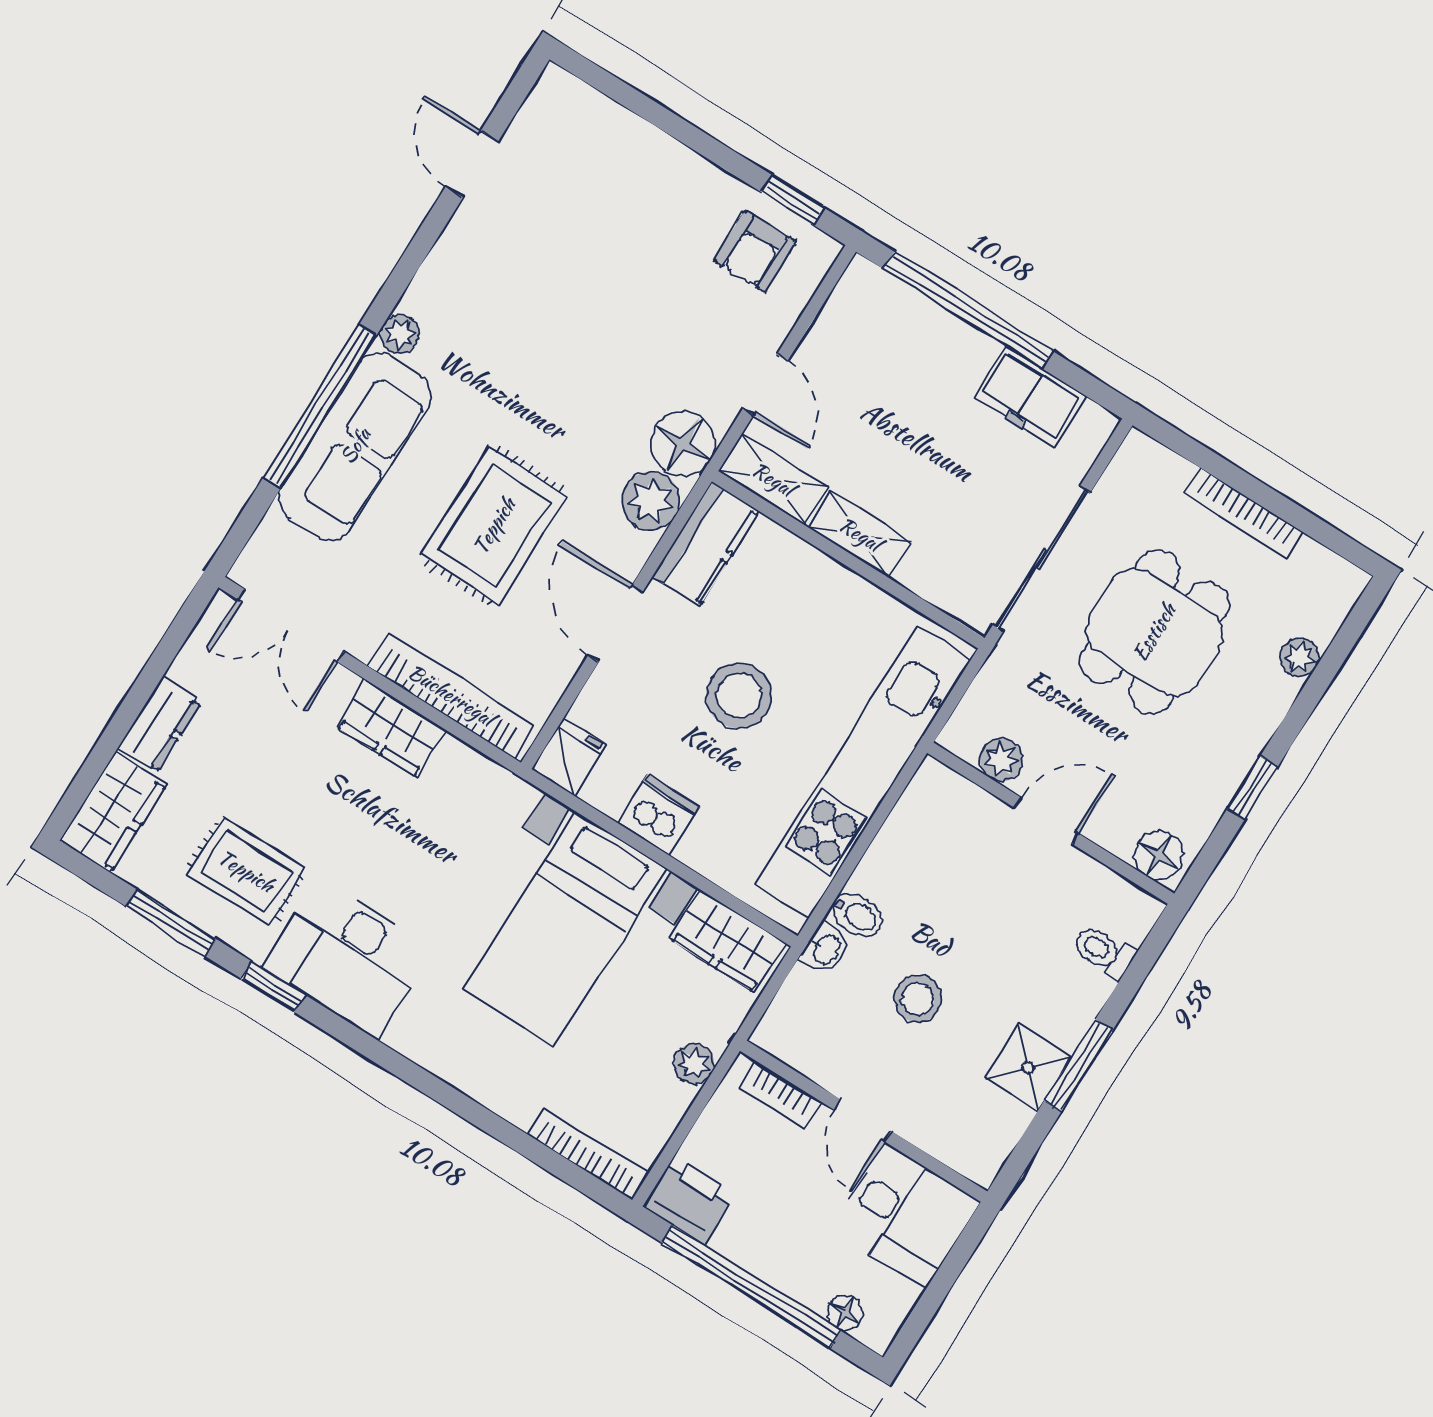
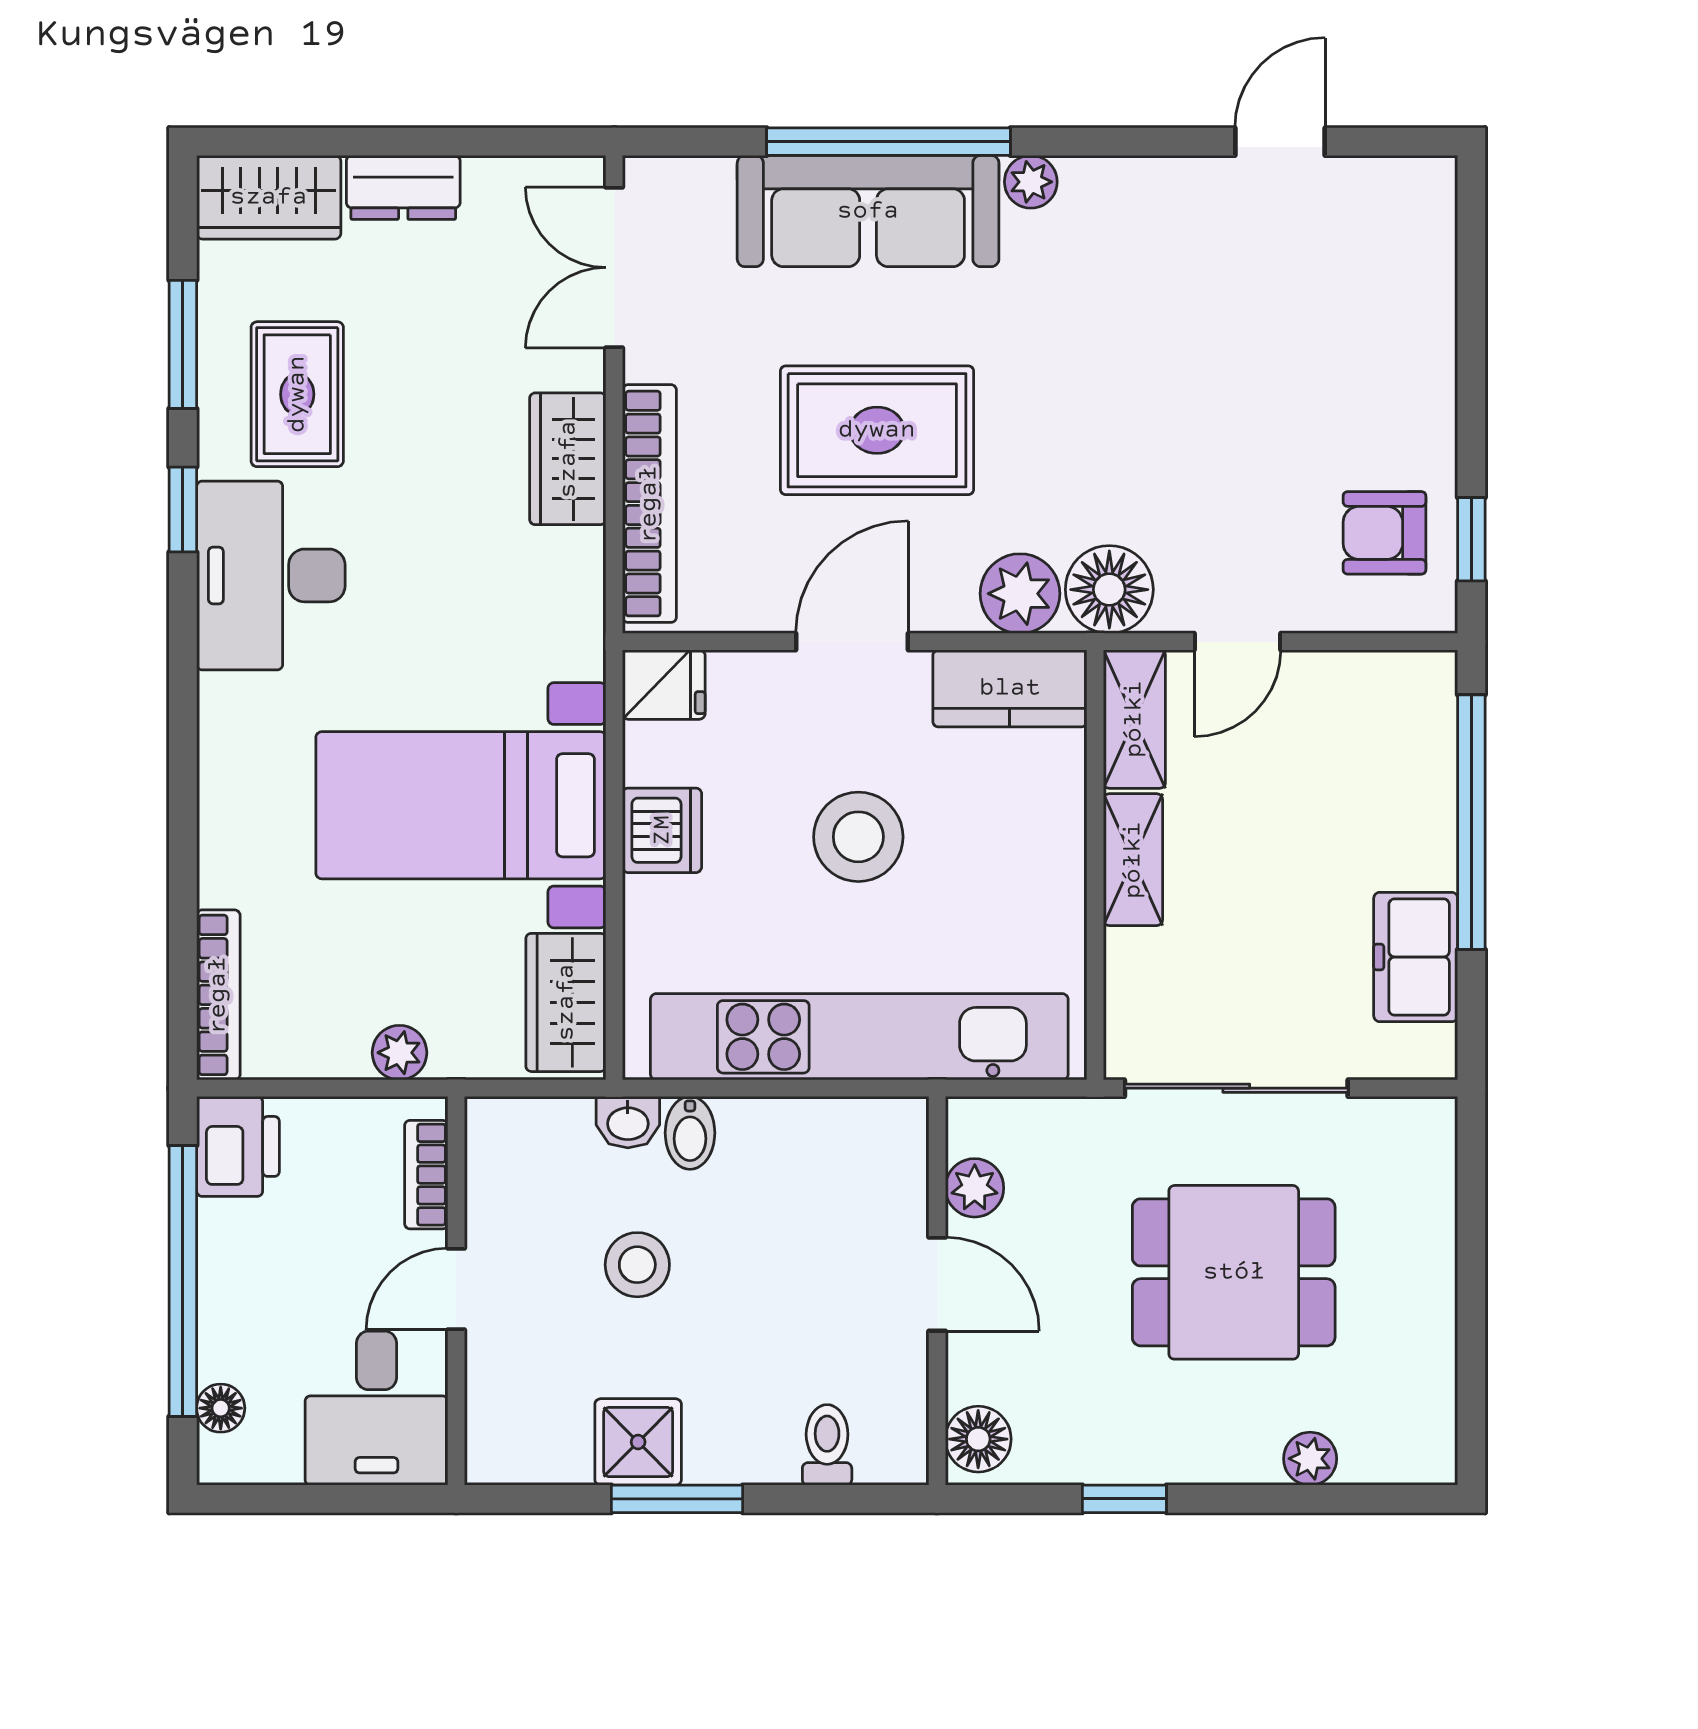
bookcase: (1244, 513) -> (1437, 1289), removed

